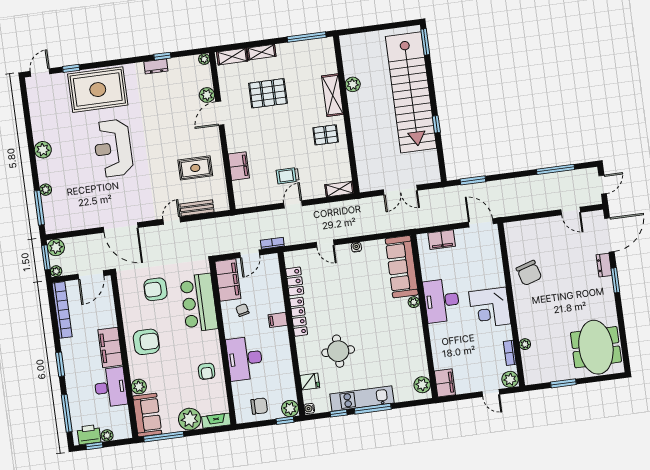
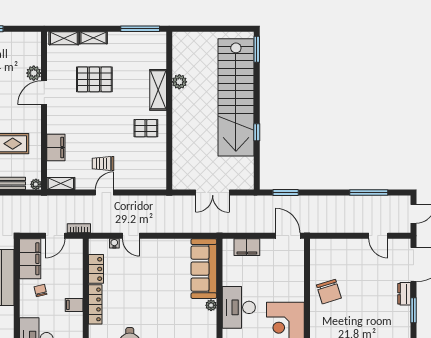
plant: (204, 59) -> (36, 184), moved
shelving: (339, 189) -> (61, 184), moved
water cooler: (356, 247) -> (114, 243), moved

